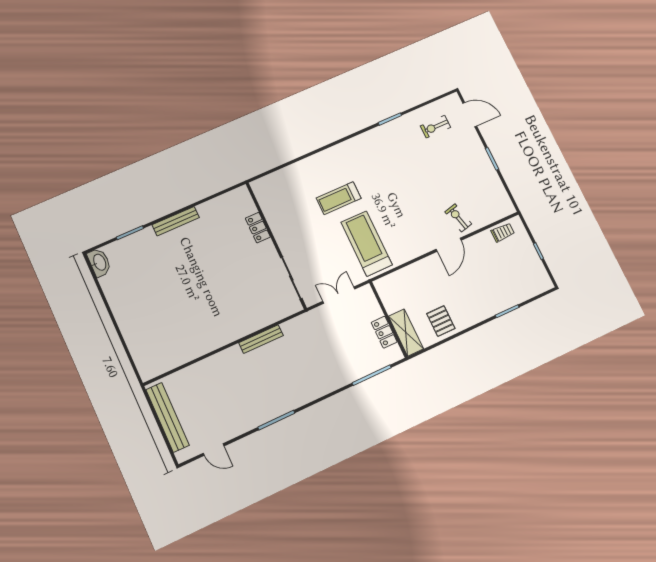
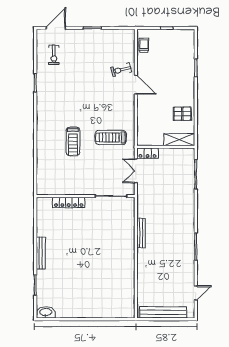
locker: (258, 228) -> (69, 202), width x1.53
treadmill: (367, 244) -> (111, 137), width x0.73, depth x0.73
locker: (384, 332) -> (148, 153), moved

